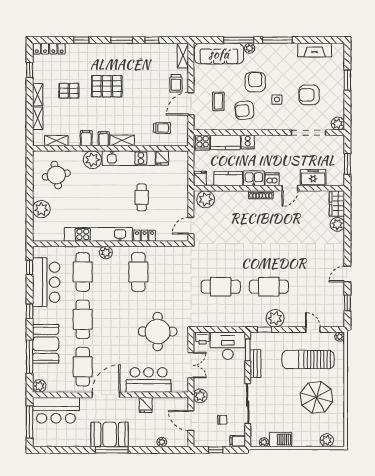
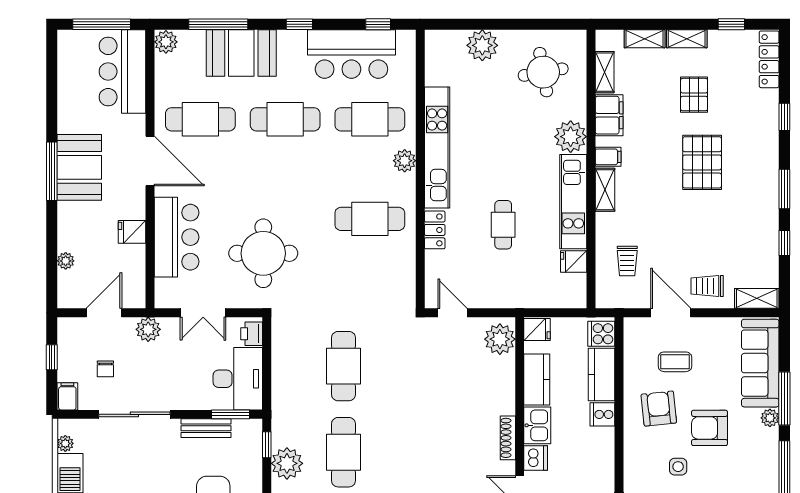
armchair: (255, 82) -> (710, 428), turned 180
filing cabinet: (86, 138) -> (609, 115), width x2.00
cafe table: (142, 197) -> (503, 225), turned 90

